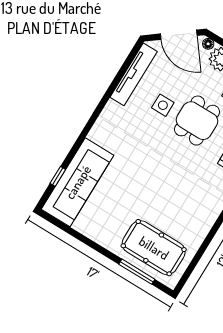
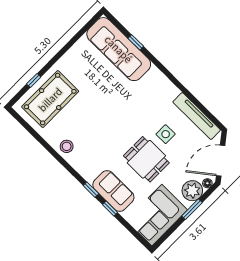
window: (58, 176) -> (136, 42), moved
stool: (204, 216) -> (67, 146), added
window: (137, 272) -> (34, 81), width x0.46

